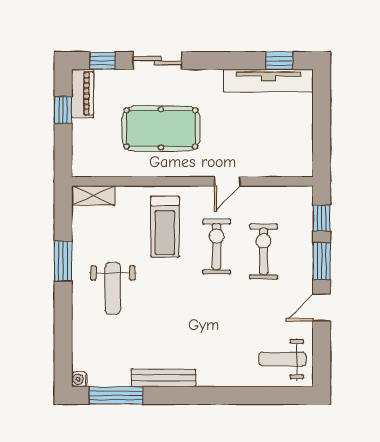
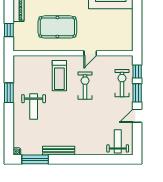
window: (63, 110) -> (9, 30), moved
shelving: (93, 195) -> (24, 60), removed
exercise bike: (264, 251) -> (122, 83), moved
weight bench: (282, 359) -> (118, 141), turned 90

